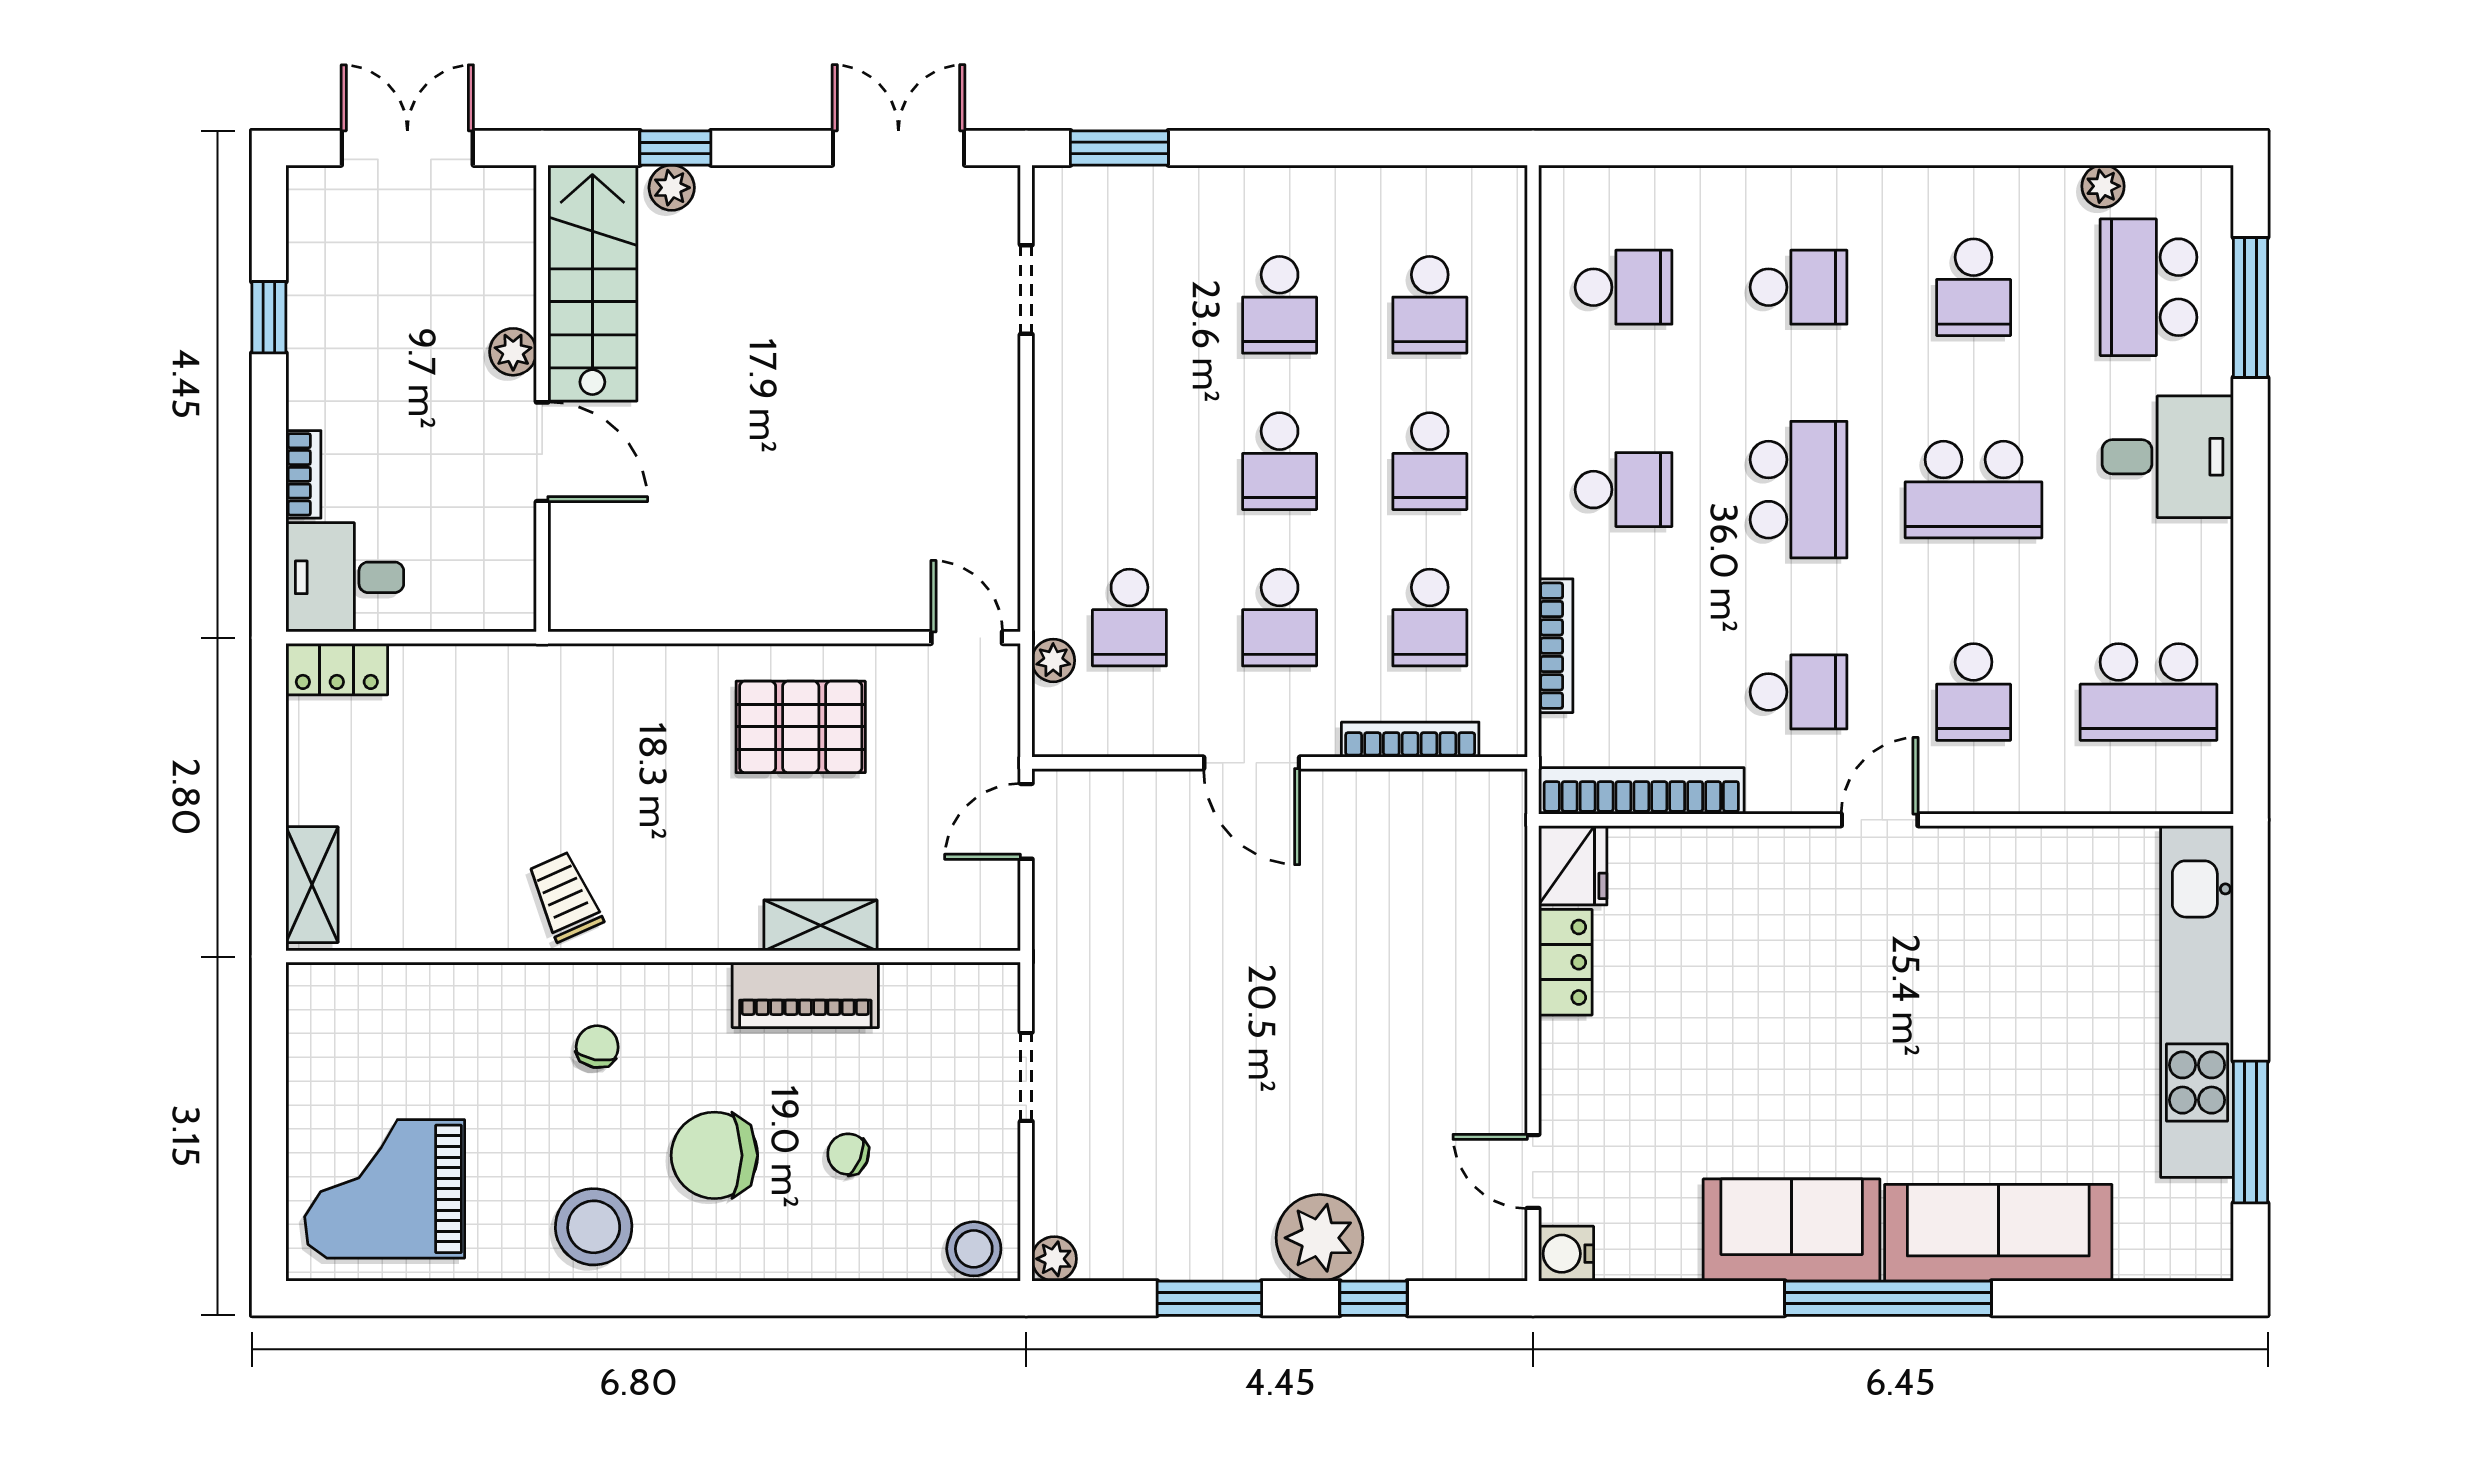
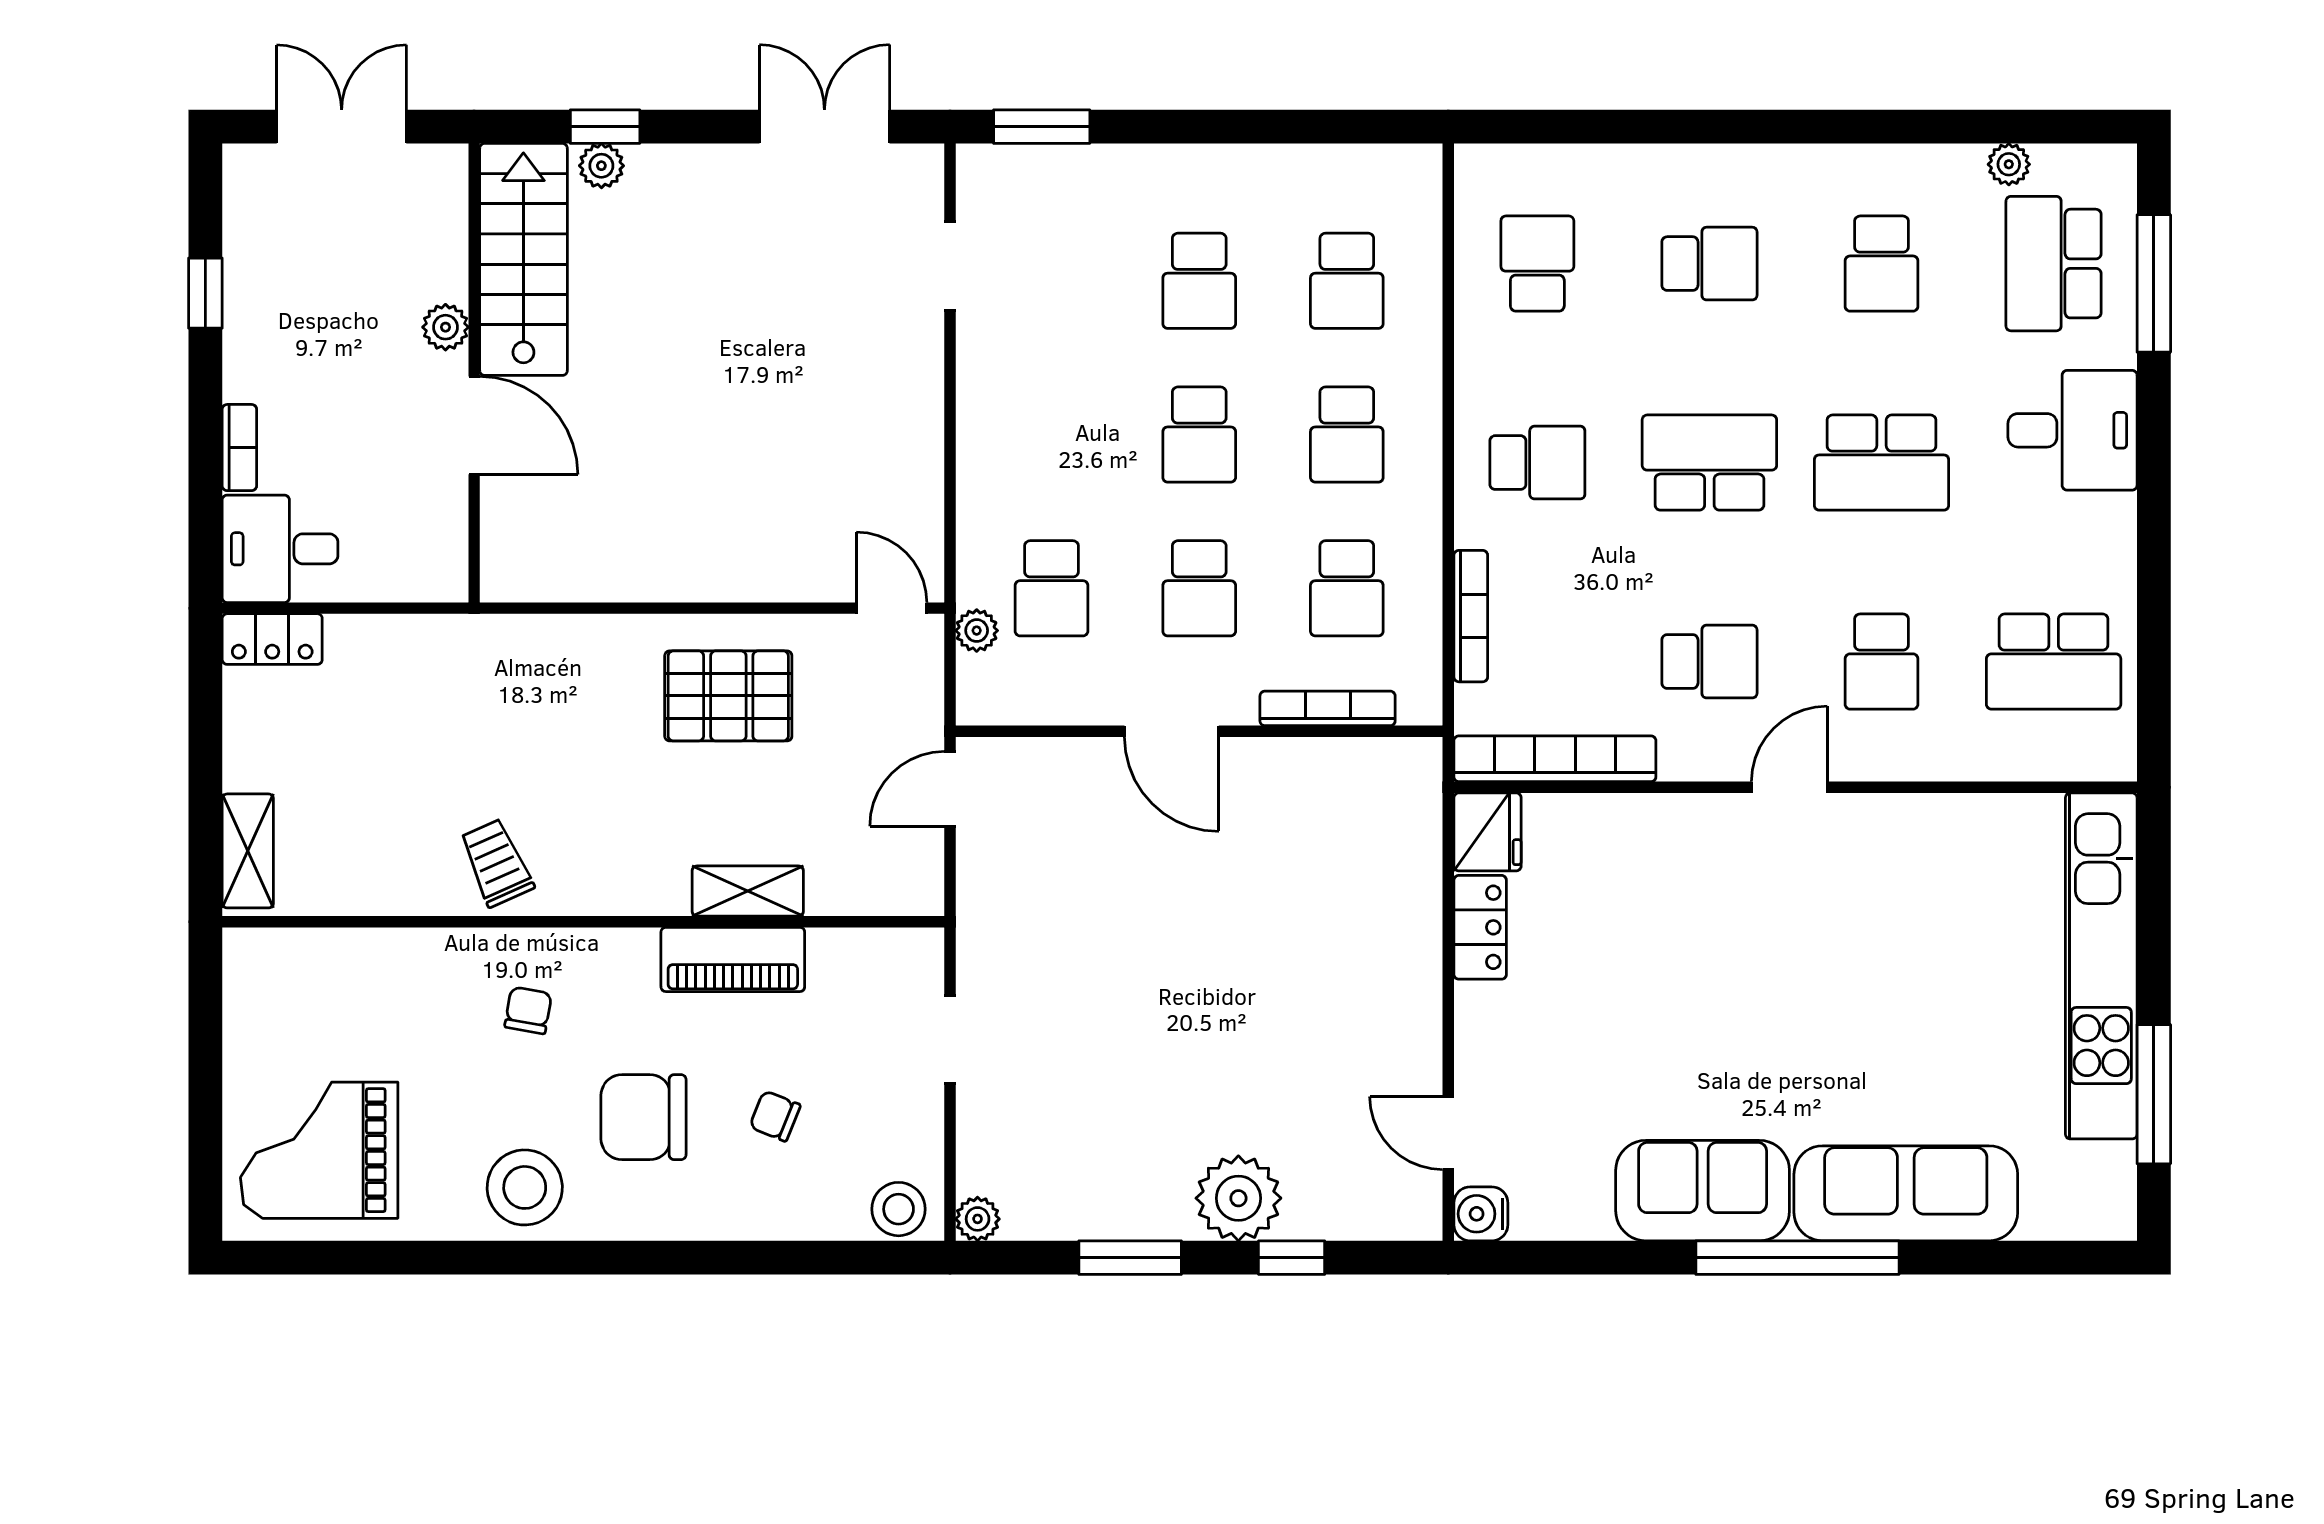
school desk: (1624, 287) -> (1537, 264), turned -90
school desk: (1799, 490) -> (1709, 463), turned -90

